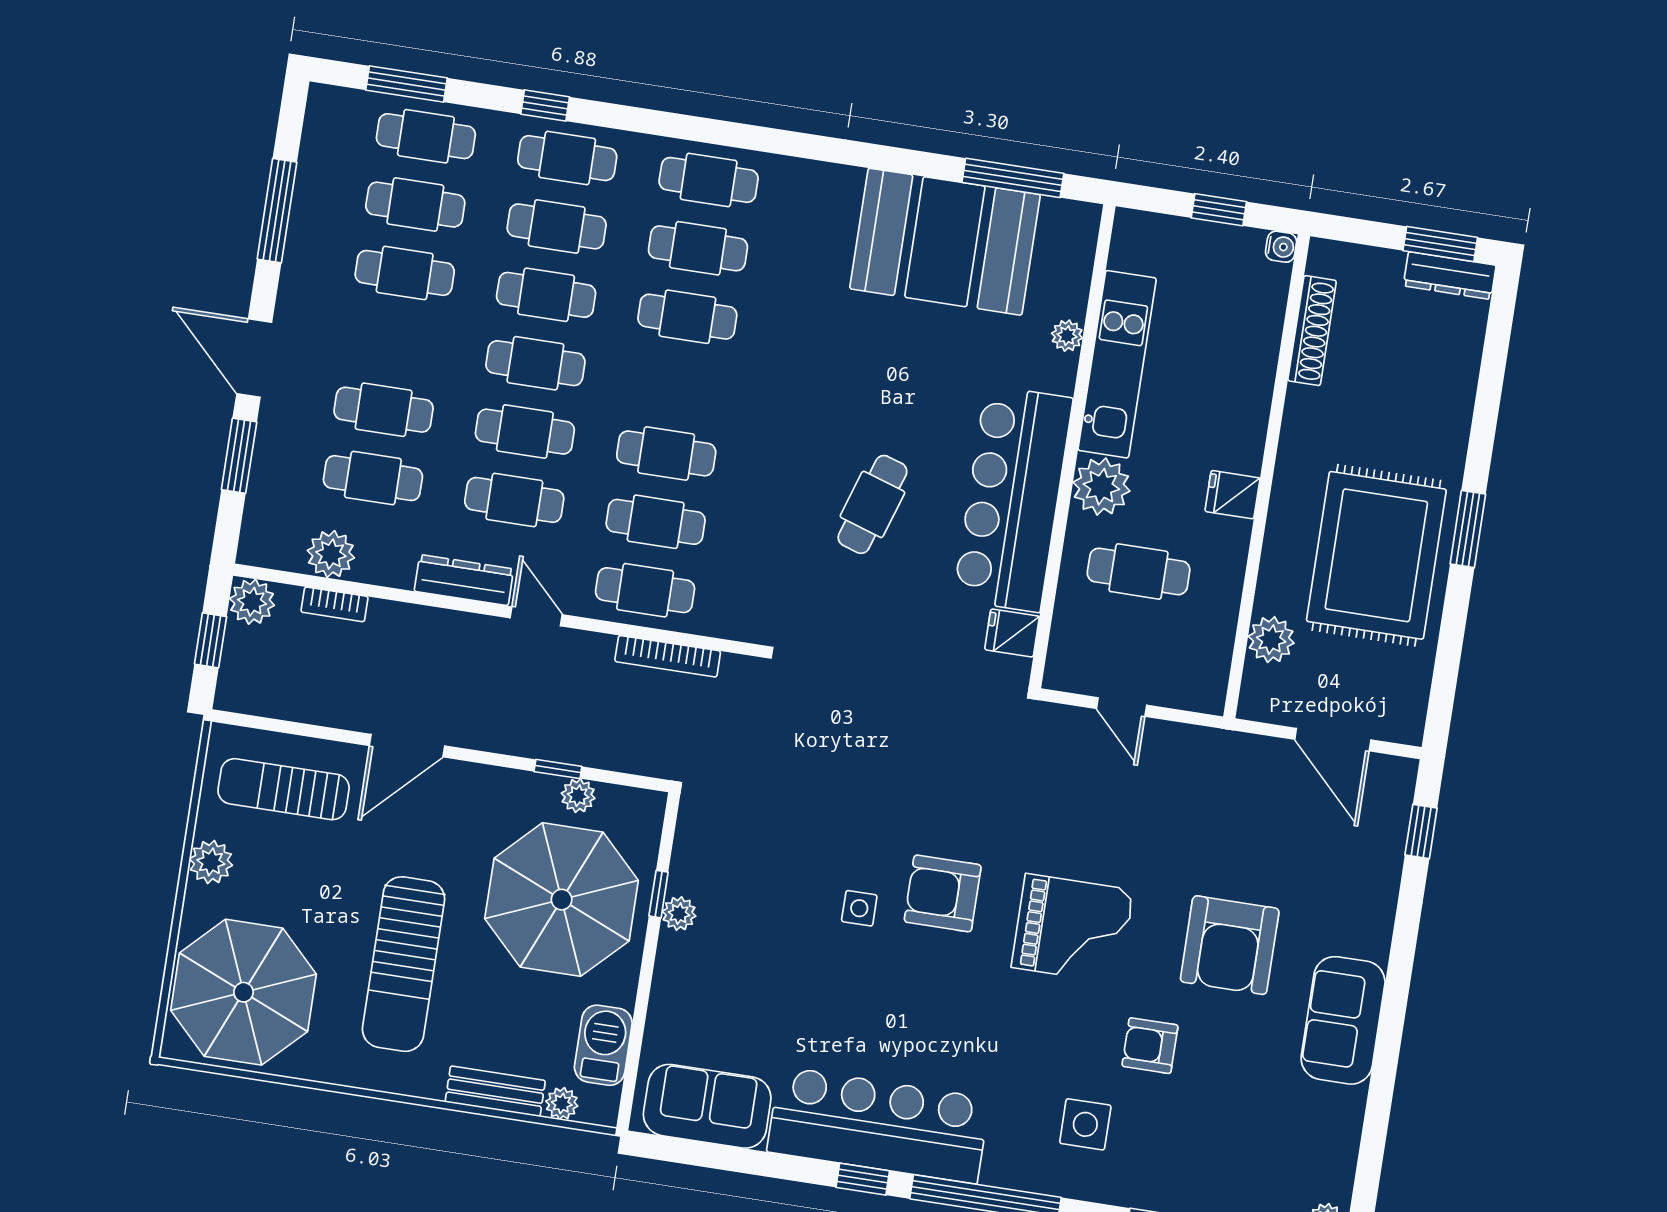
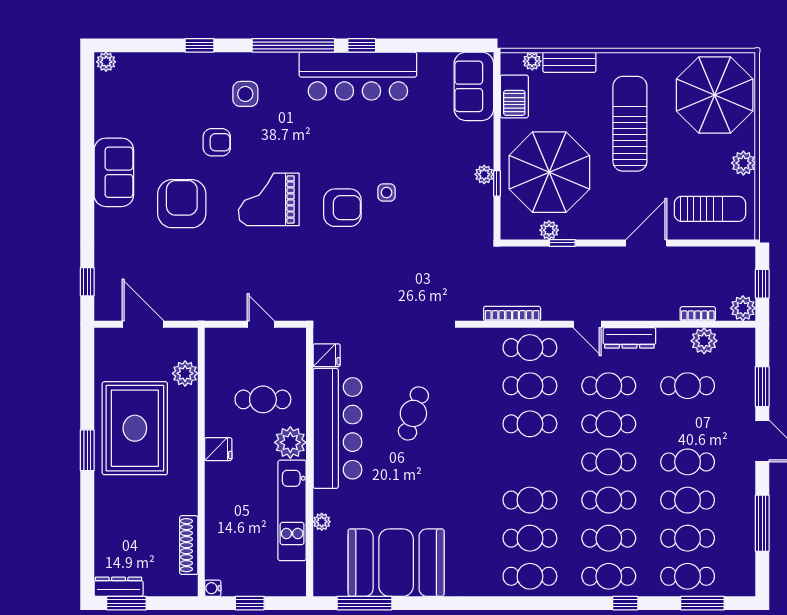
cafe table: (384, 410) -> (688, 462), moved
sofa: (707, 1106) -> (474, 86), moved, turned 90

